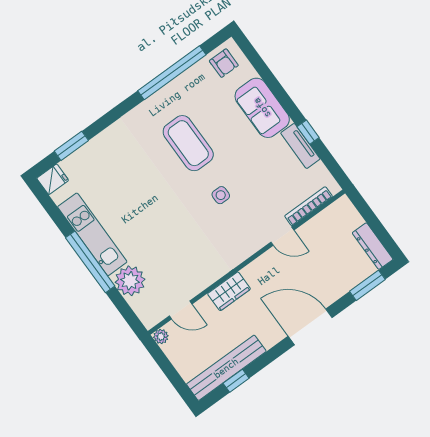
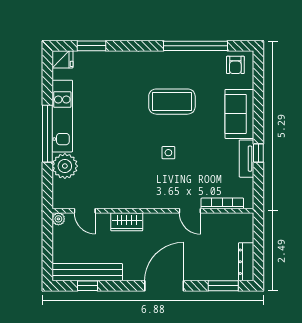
coffee table: (188, 143) -> (172, 102), turned 90
door: (310, 327) -> (164, 286), hinge flipped

